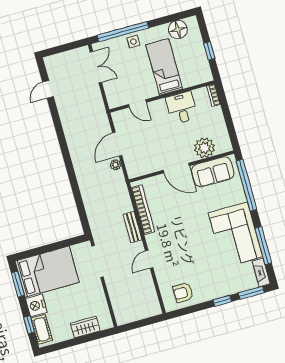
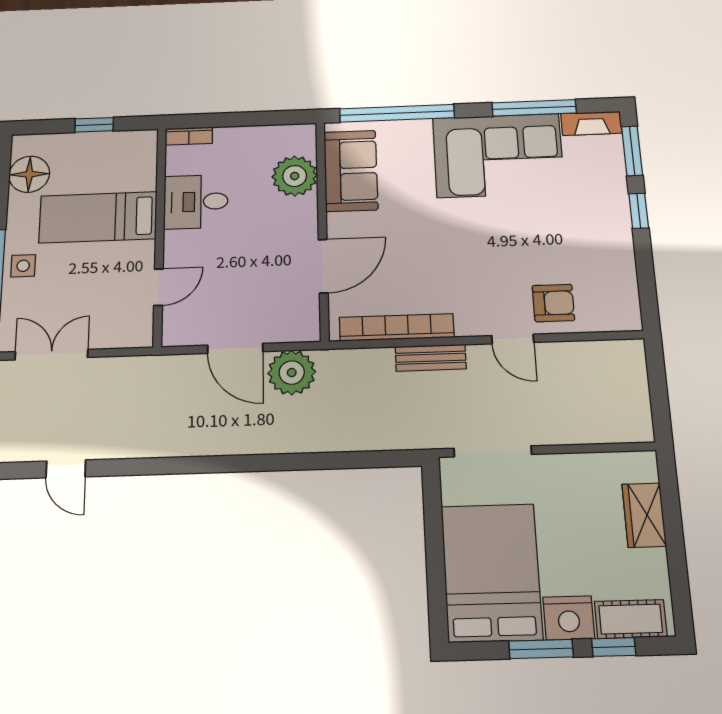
plant: (115, 165) -> (292, 373), width x1.88, depth x1.88
door: (176, 168) -> (323, 266), moved
window: (18, 284) -> (541, 649), moved
armchair: (183, 293) -> (553, 303), moved, turned -90

